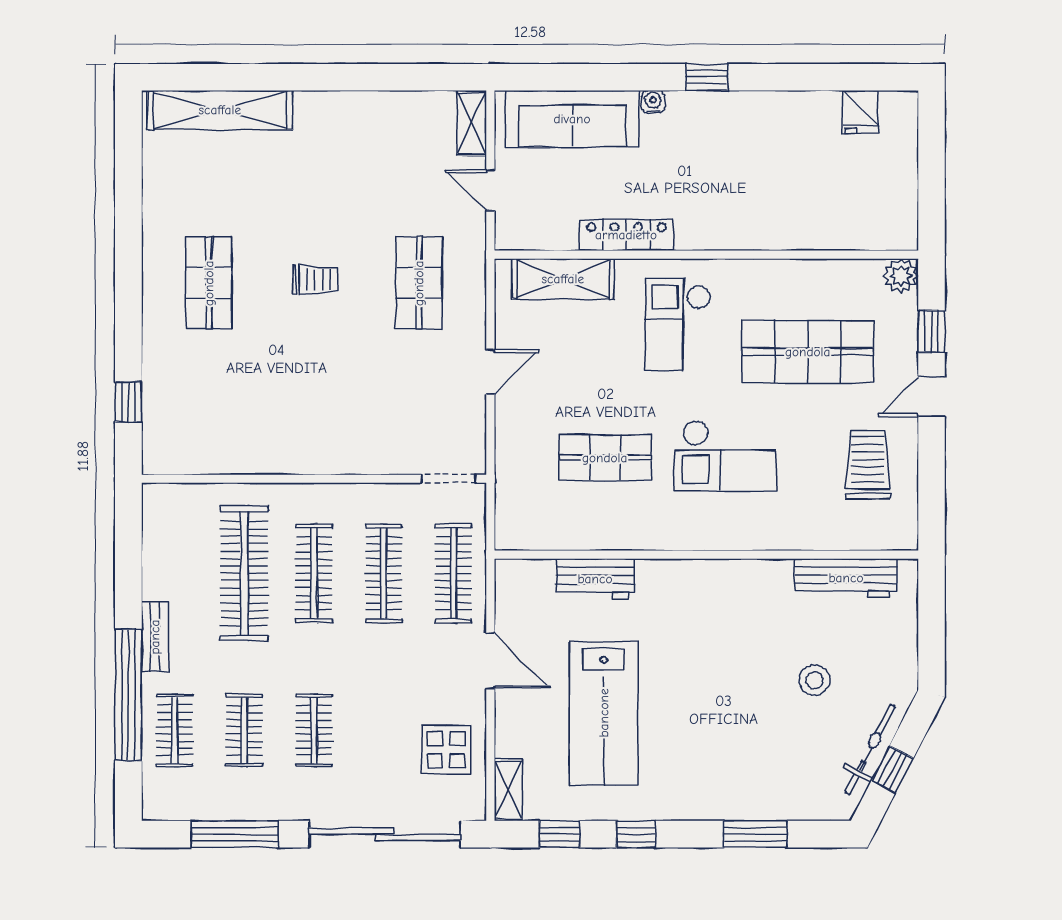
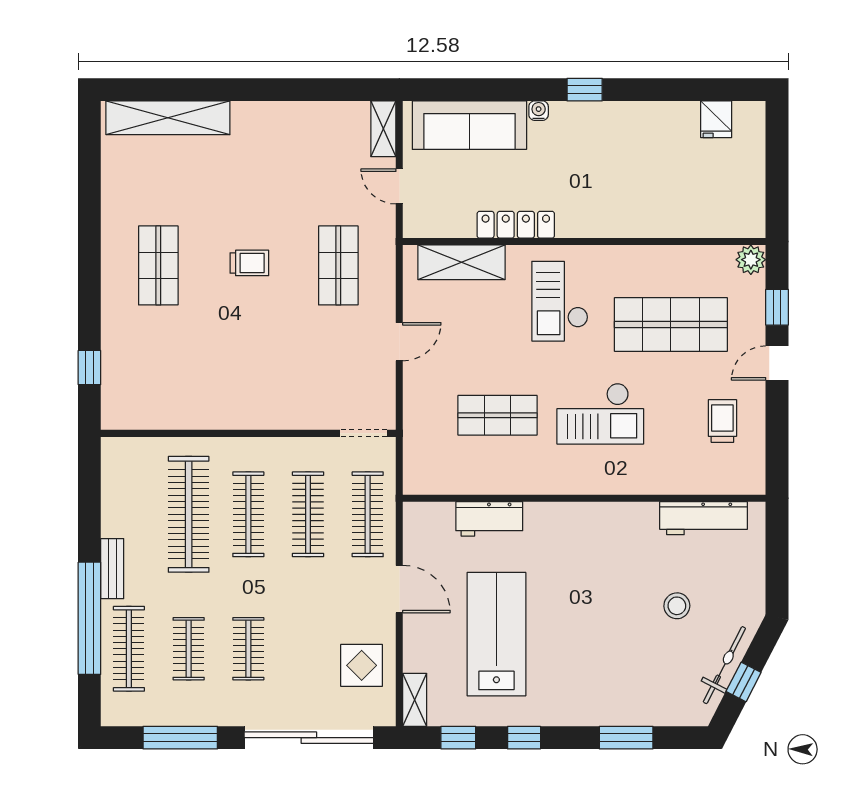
trolley: (868, 464) -> (722, 421), width x0.73, depth x0.72
lab bench: (604, 713) -> (496, 634), turned 180
clothes rail: (175, 730) -> (129, 649), width x1.36

